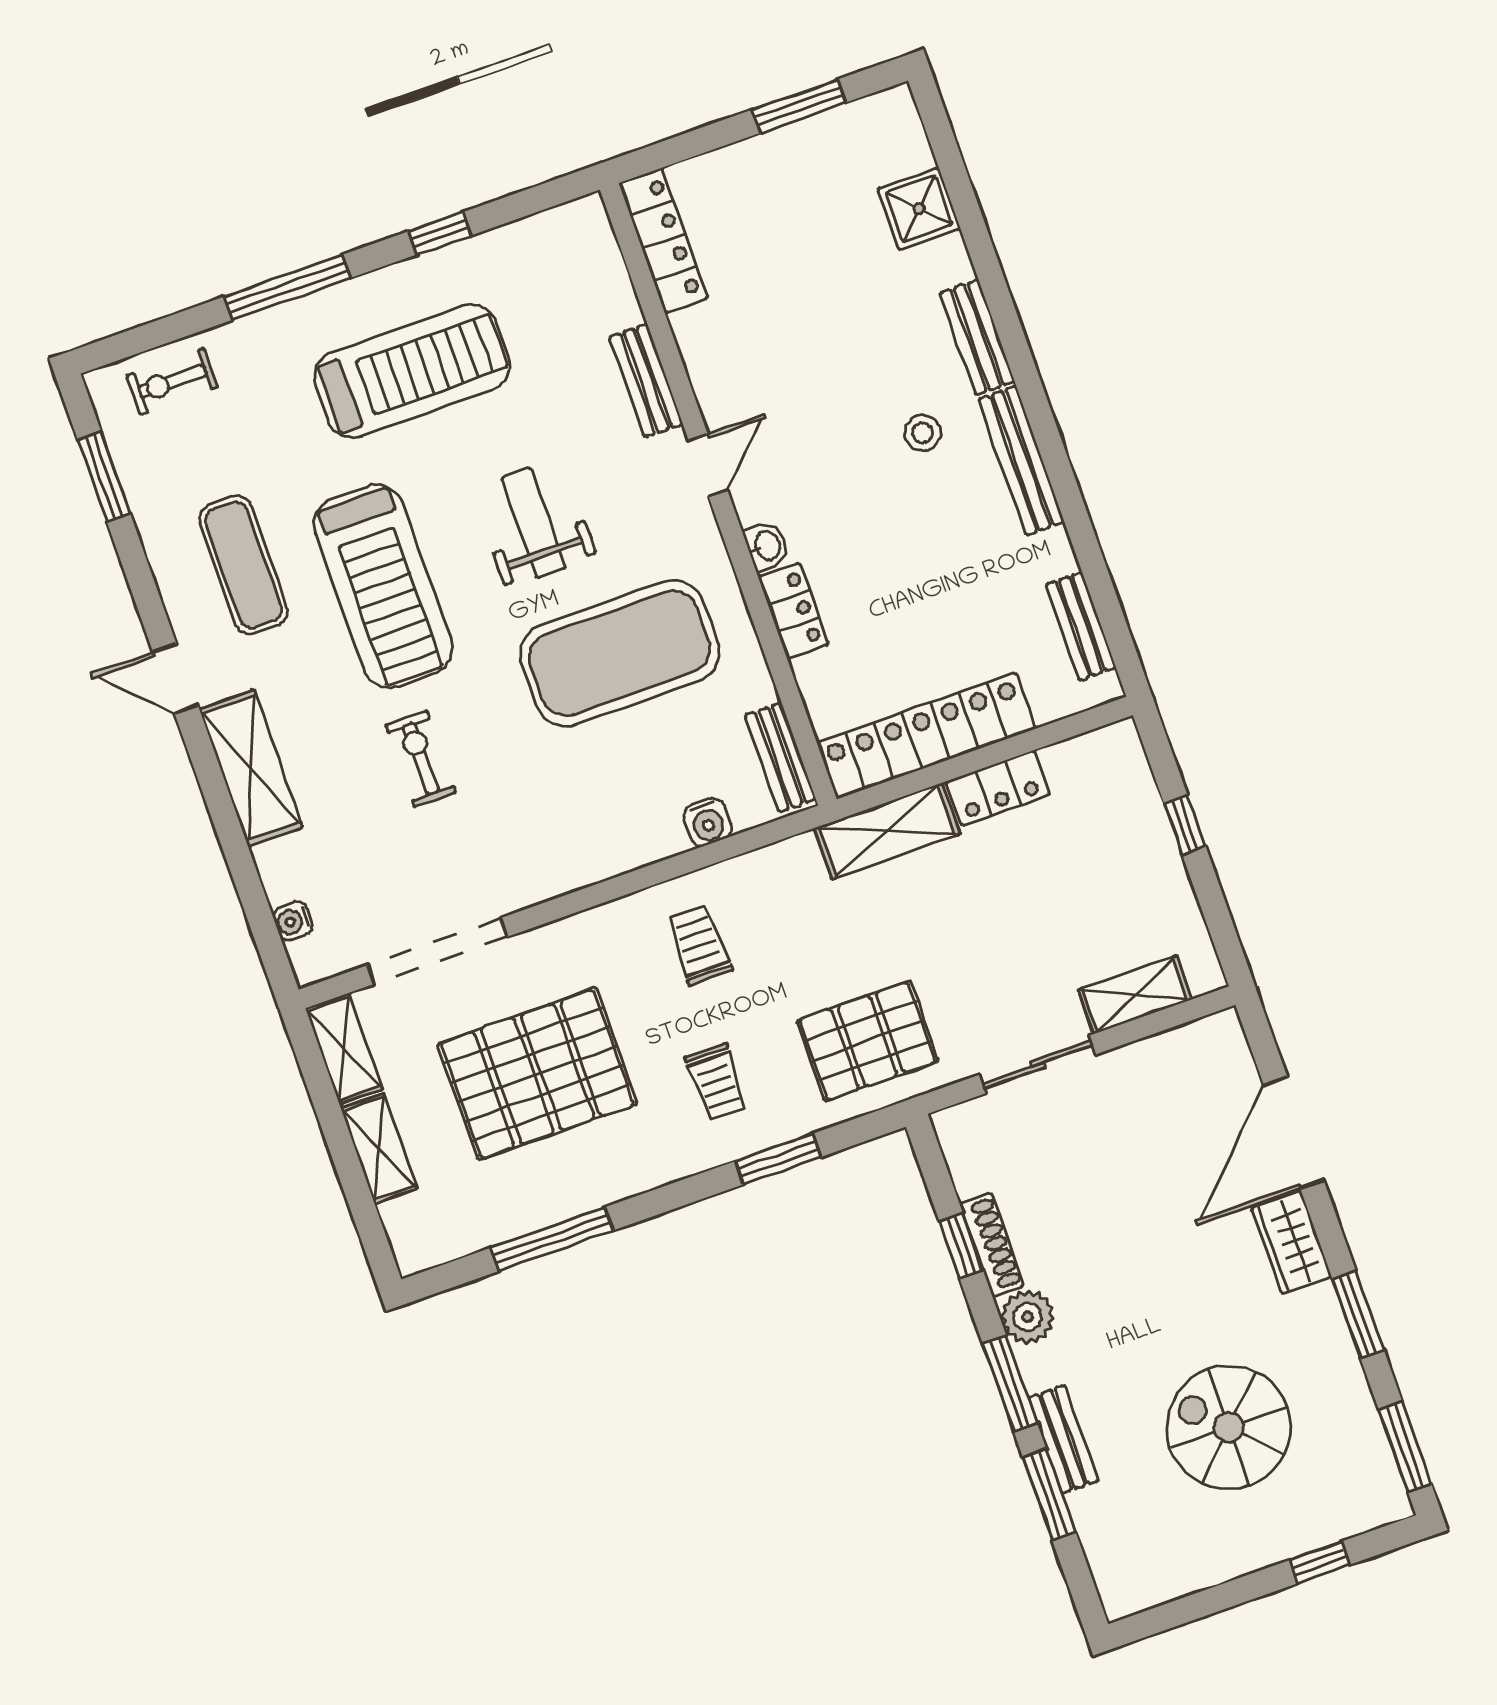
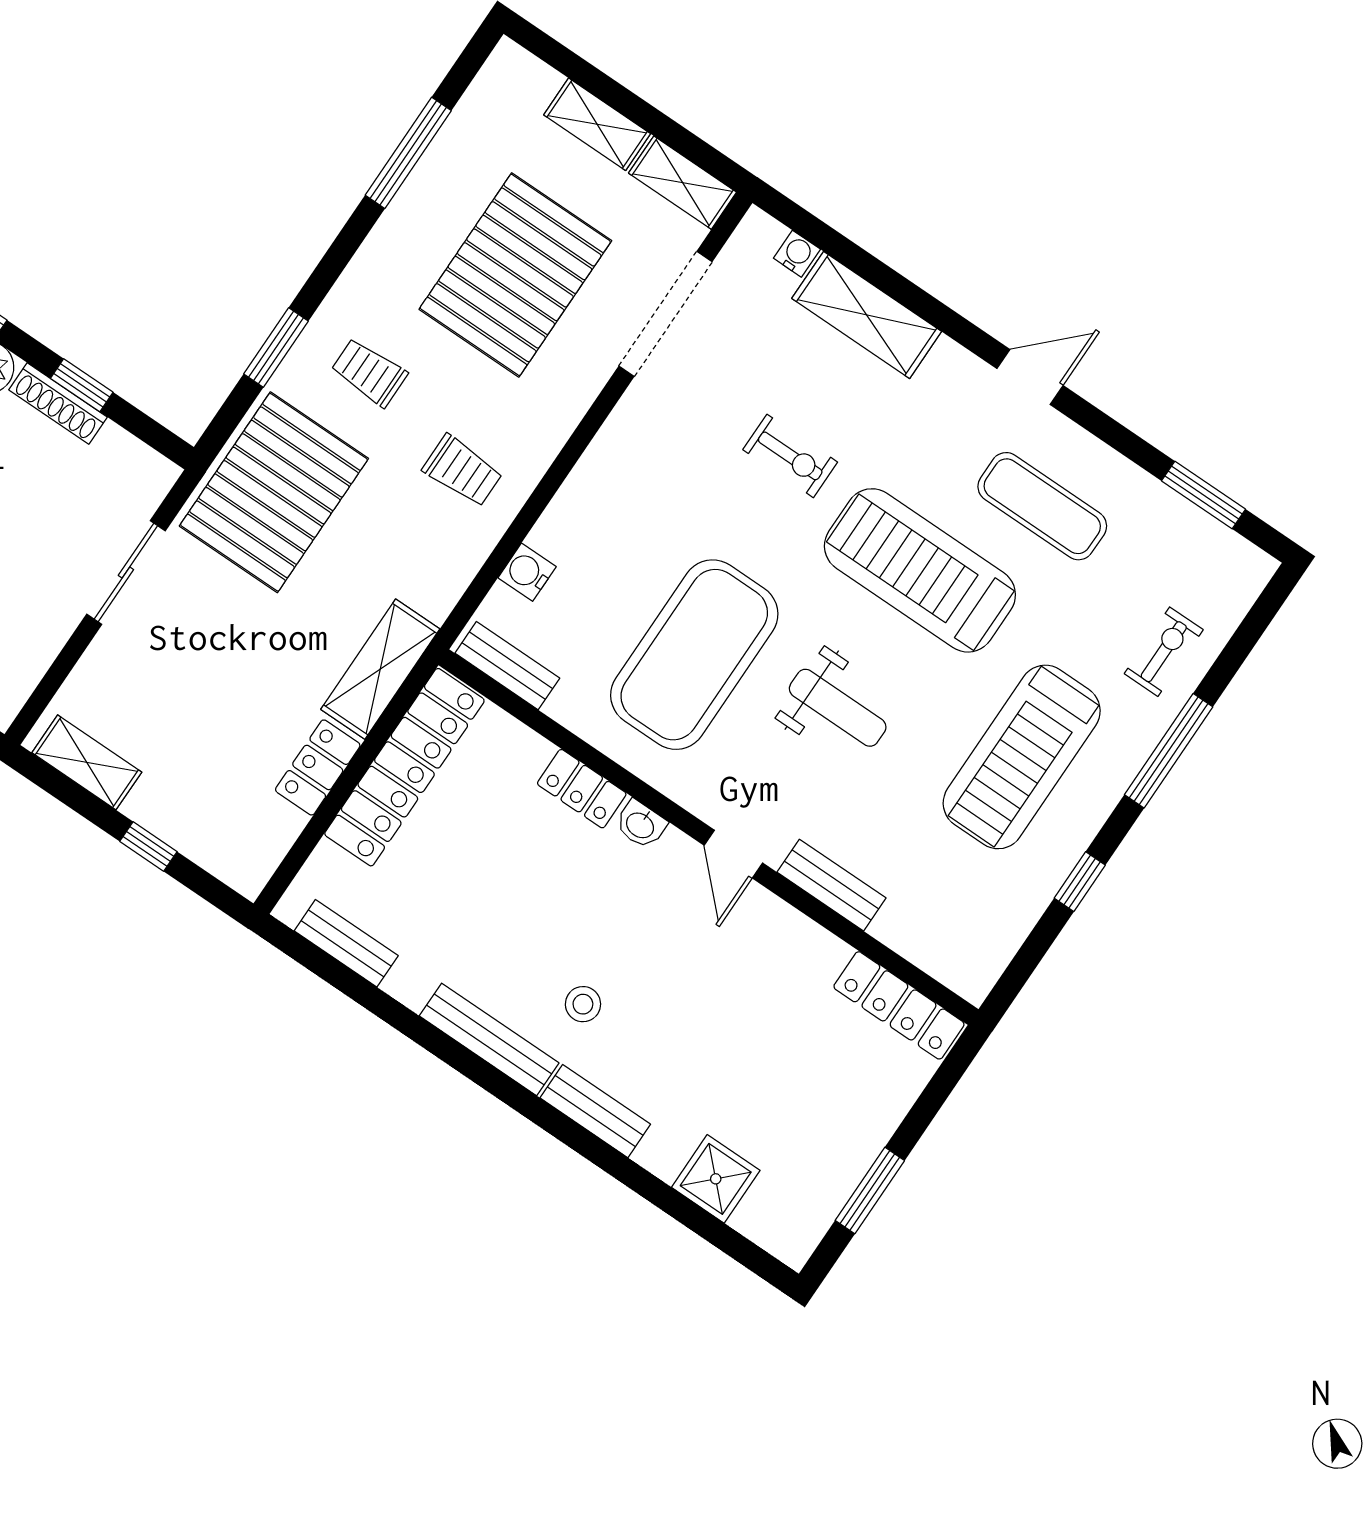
exercise bike: (172, 381) -> (1164, 652), moved
shelving: (251, 768) -> (867, 315), moved
shelving: (1135, 995) -> (87, 762), moved, turned 90
pallet: (867, 1041) -> (274, 492), width x1.37, depth x1.41

